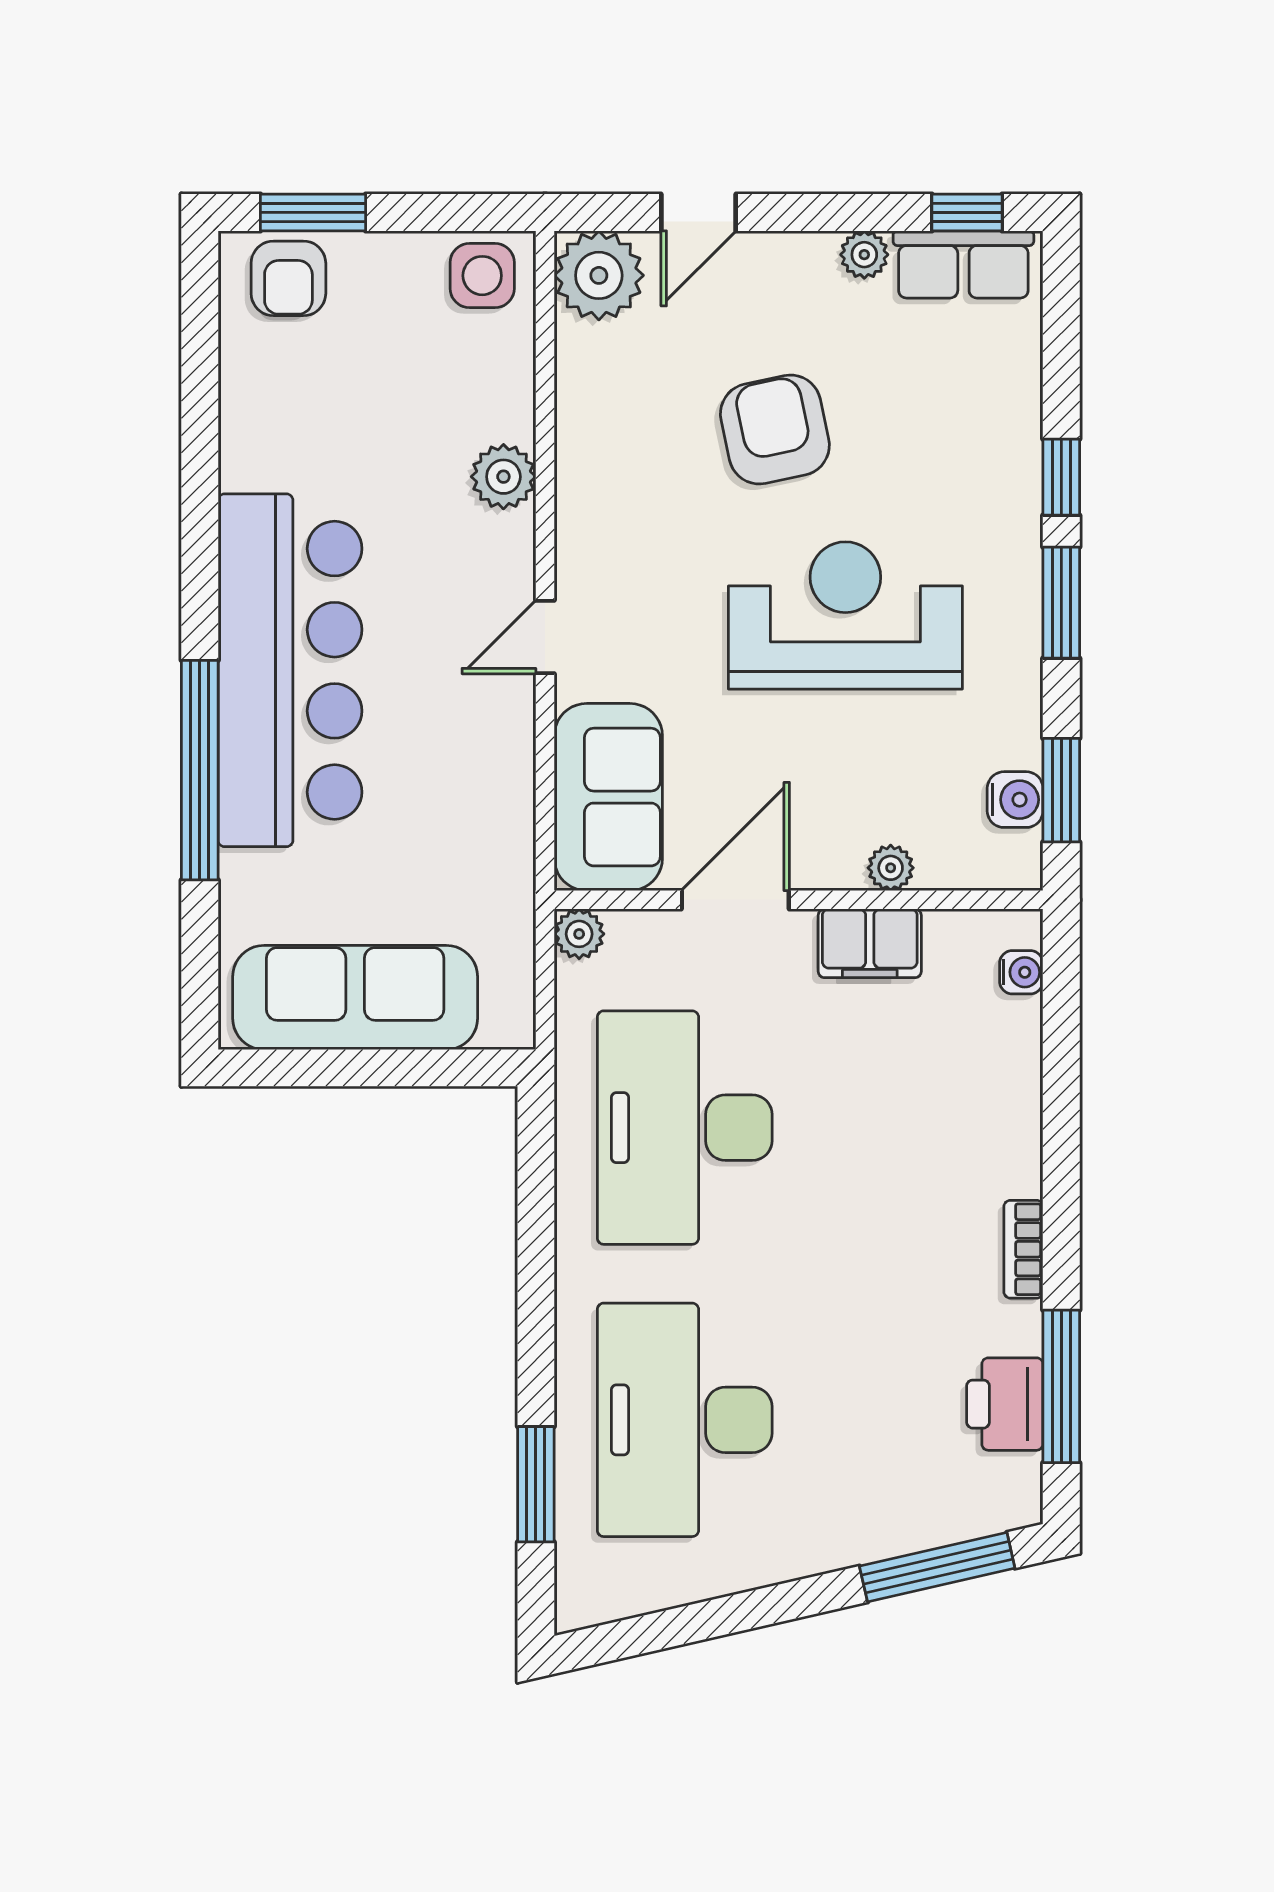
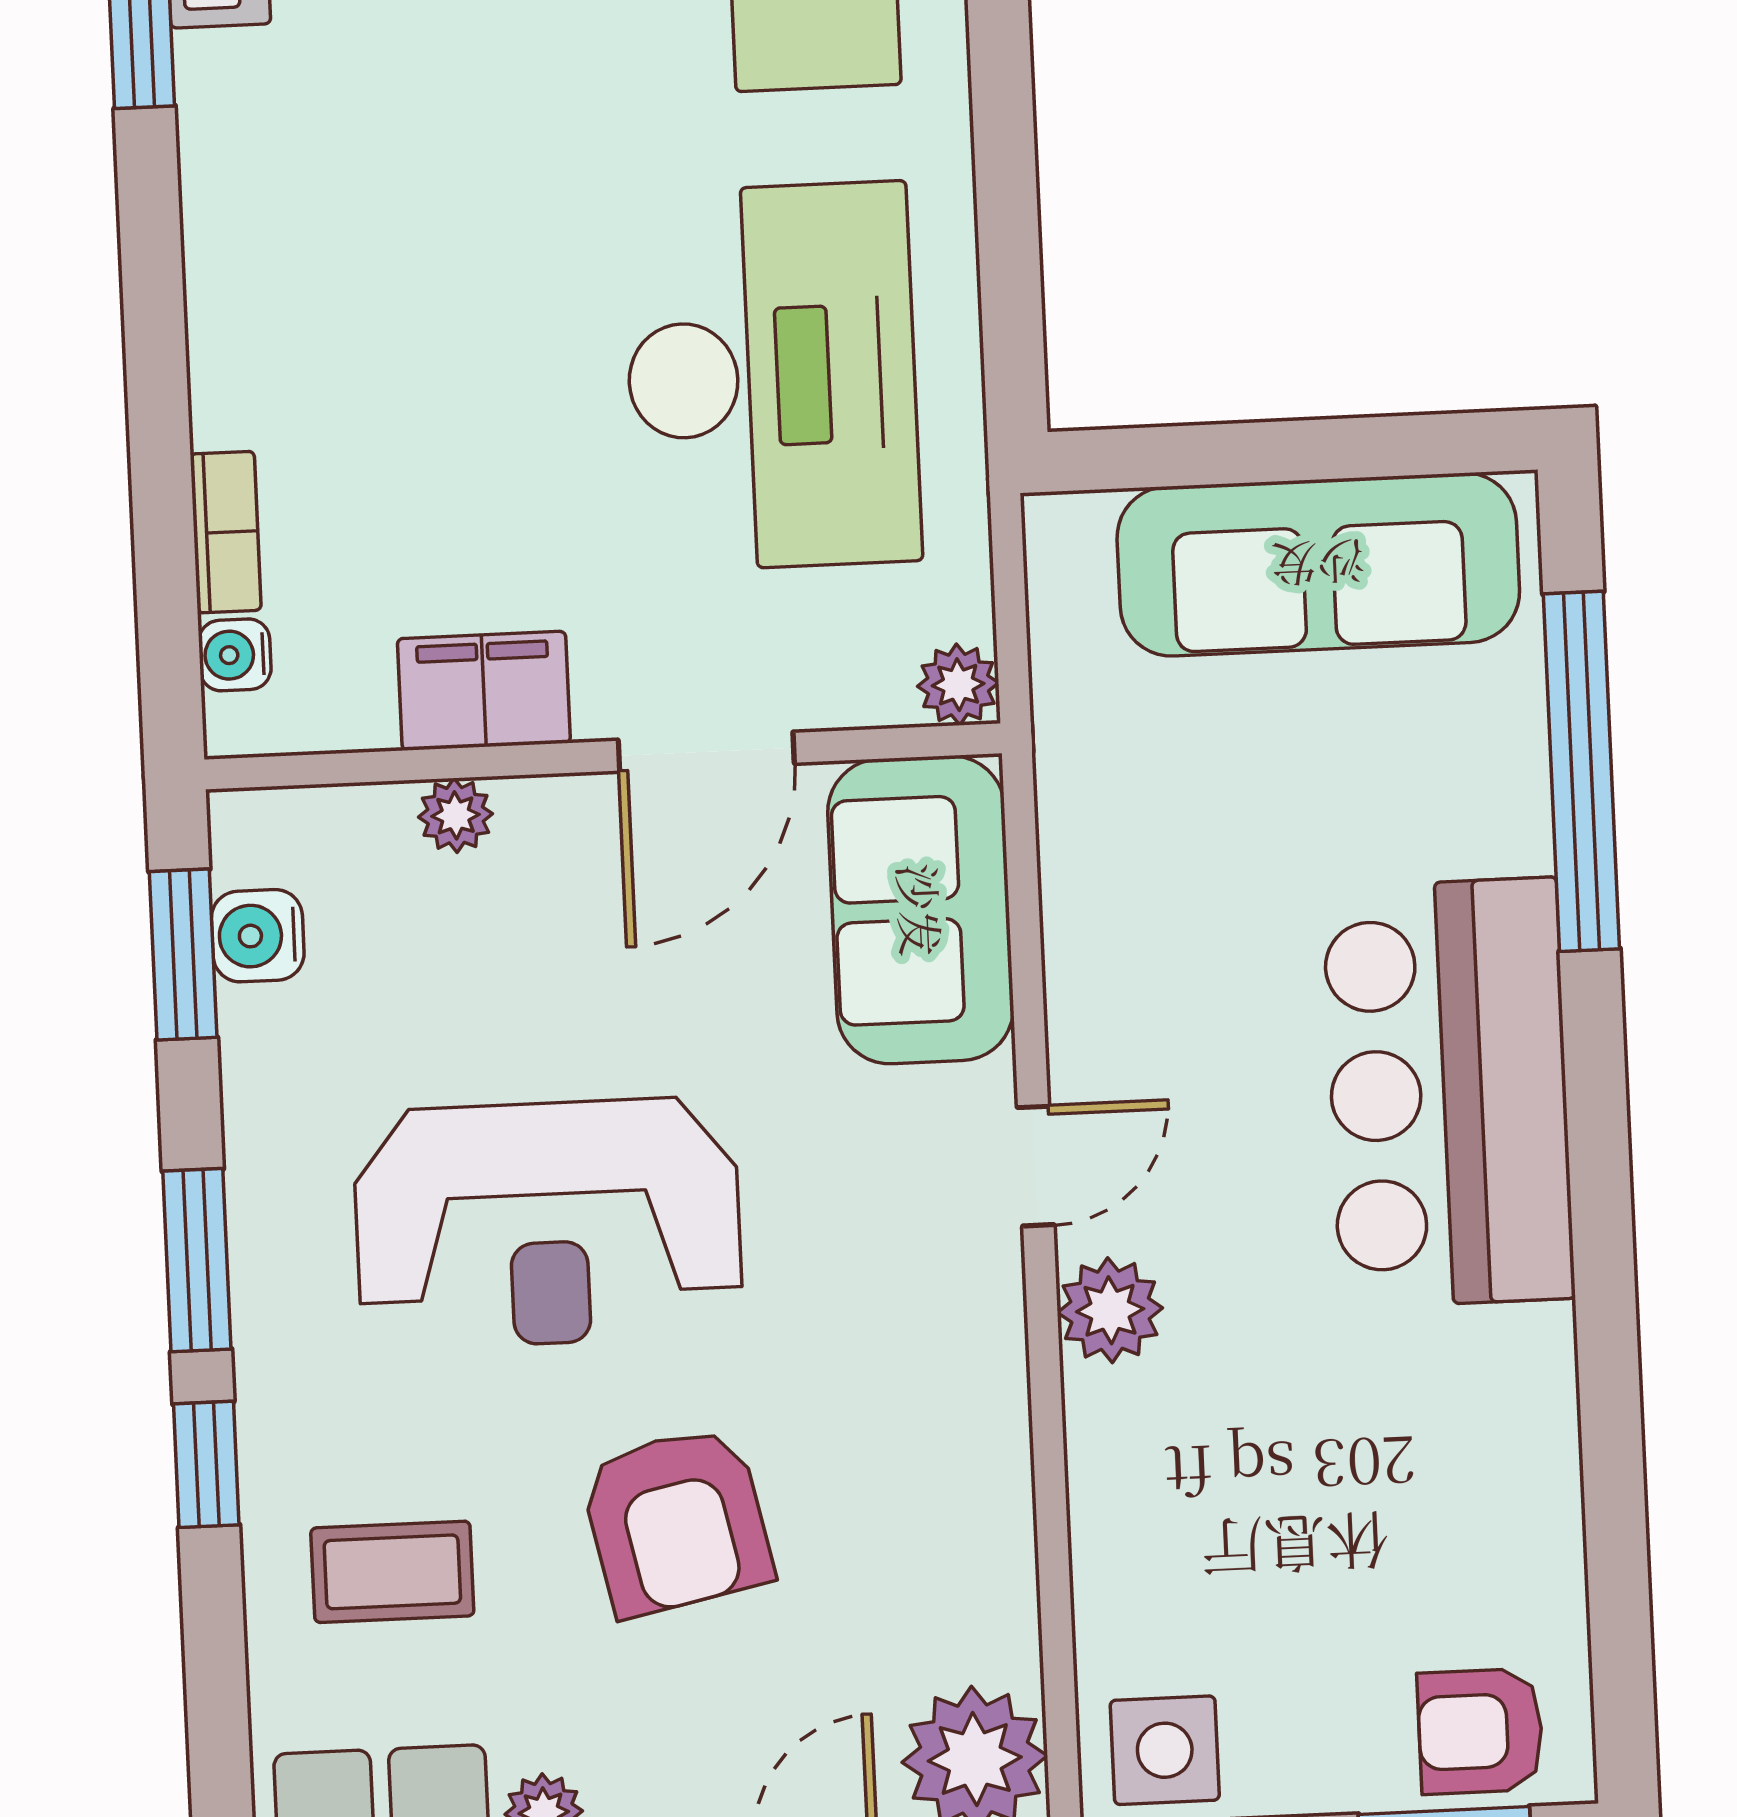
armchair: (288, 278) -> (1480, 1731), turned -90
coffee table: (950, 406) -> (392, 1572), added
plant: (503, 477) -> (1110, 1310), moved
bar counter: (290, 670) -> (1449, 1093), width x0.73
window: (200, 770) -> (1581, 771), moved
bookcase: (1023, 1249) -> (226, 532), moved

